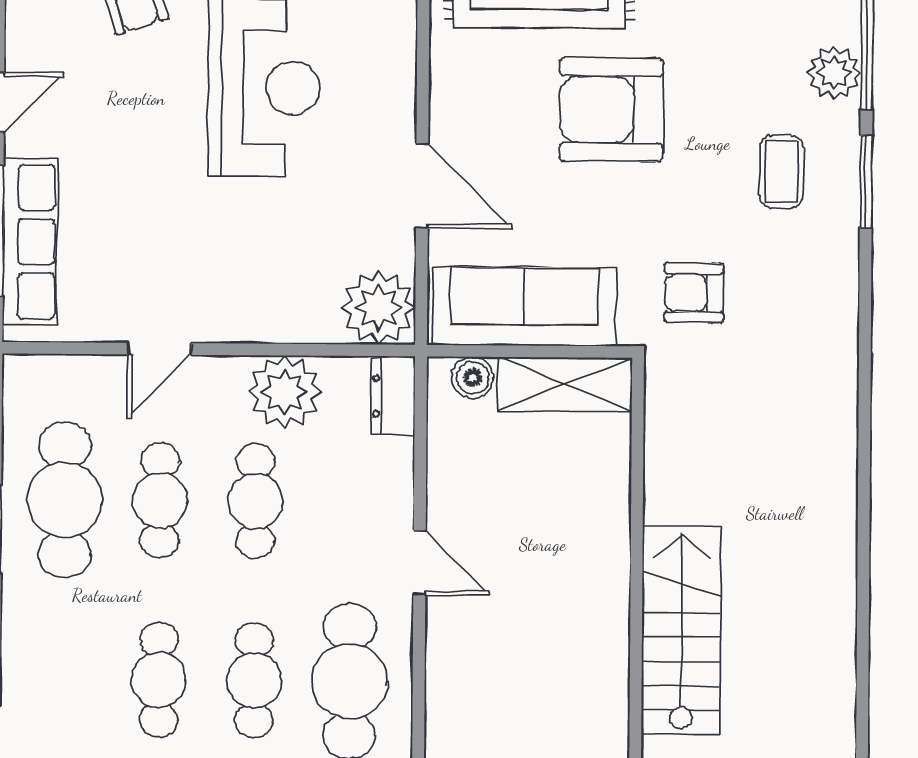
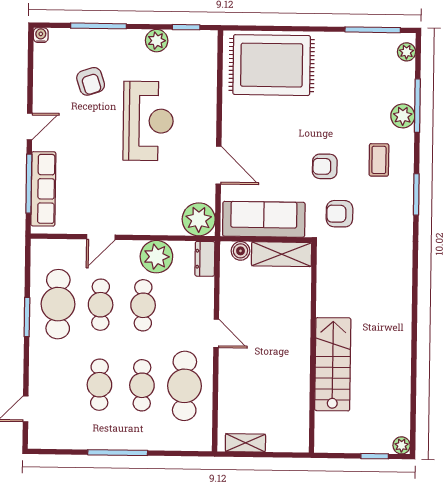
armchair: (611, 109) -> (325, 166), moved, width x0.53, depth x0.53
window: (866, 182) -> (416, 194), moved

